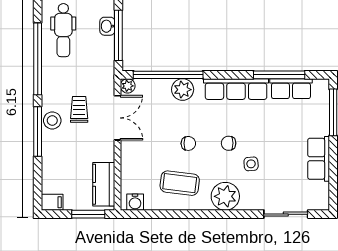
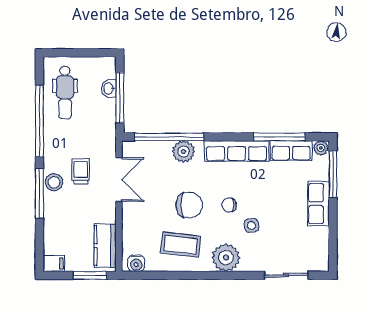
plant: (128, 86) -> (321, 148), moved
chair: (188, 143) -> (189, 205), width x1.87, depth x1.87
row of seats: (319, 159) -> (319, 204), moved

